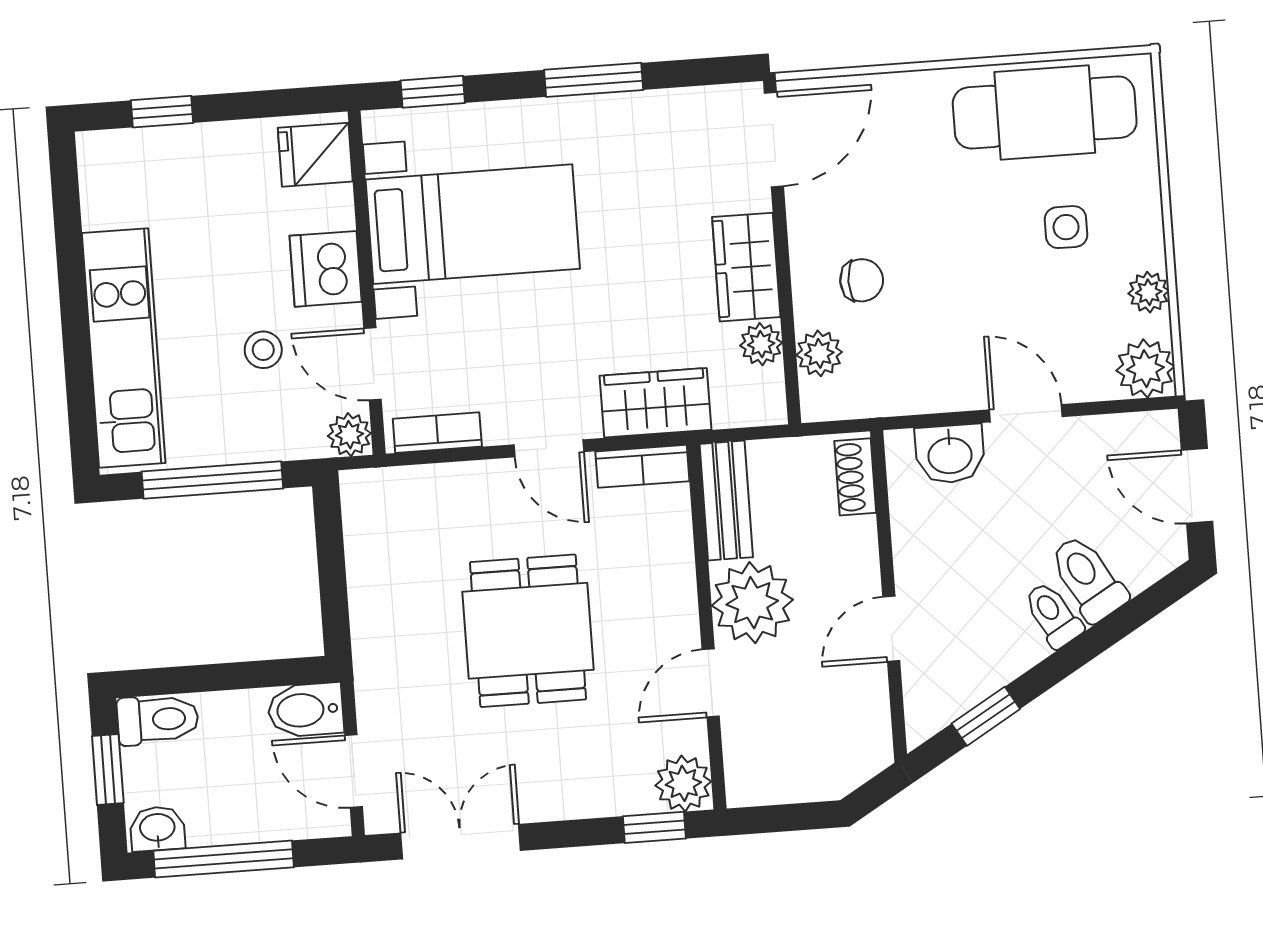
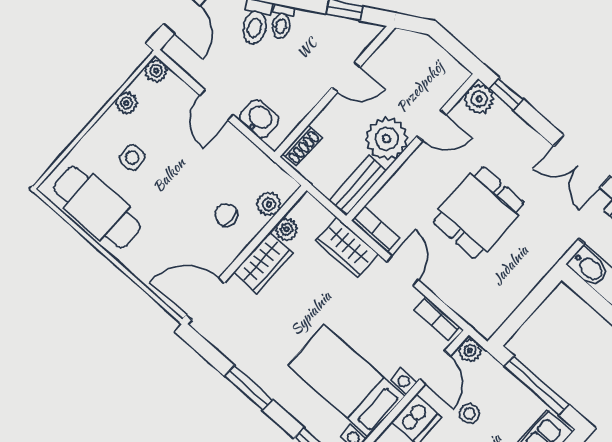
plant: (1145, 369) -> (156, 71), width x0.73, depth x0.73

